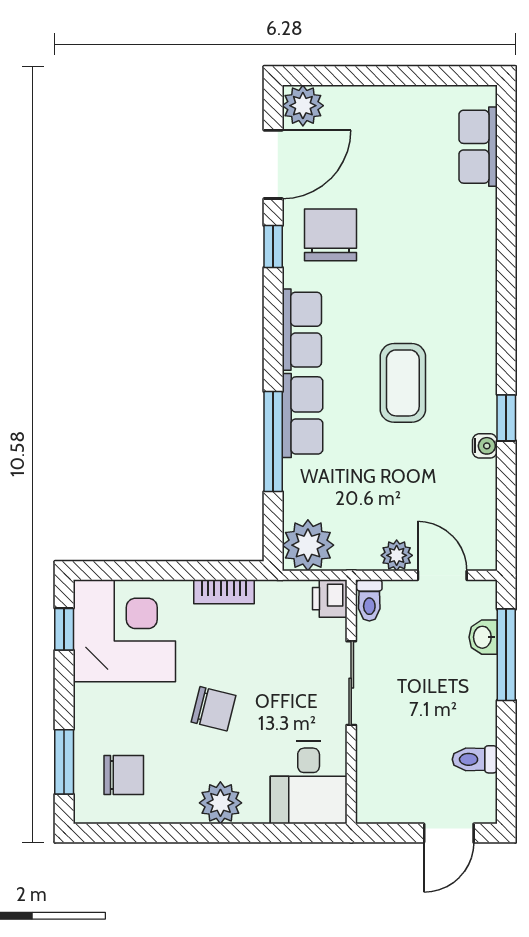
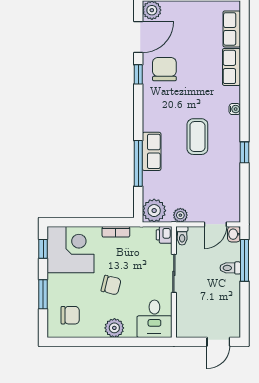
row of seats: (302, 330) -> (231, 67), moved, turned 180
water cooler: (485, 446) -> (235, 109), moved
plant: (397, 555) -> (180, 215), moved
door: (442, 575) -> (215, 224), swing flipped
washbasin: (483, 637) -> (234, 234), moved
toilet: (475, 759) -> (230, 268), moved
window: (64, 762) -> (43, 294), moved

